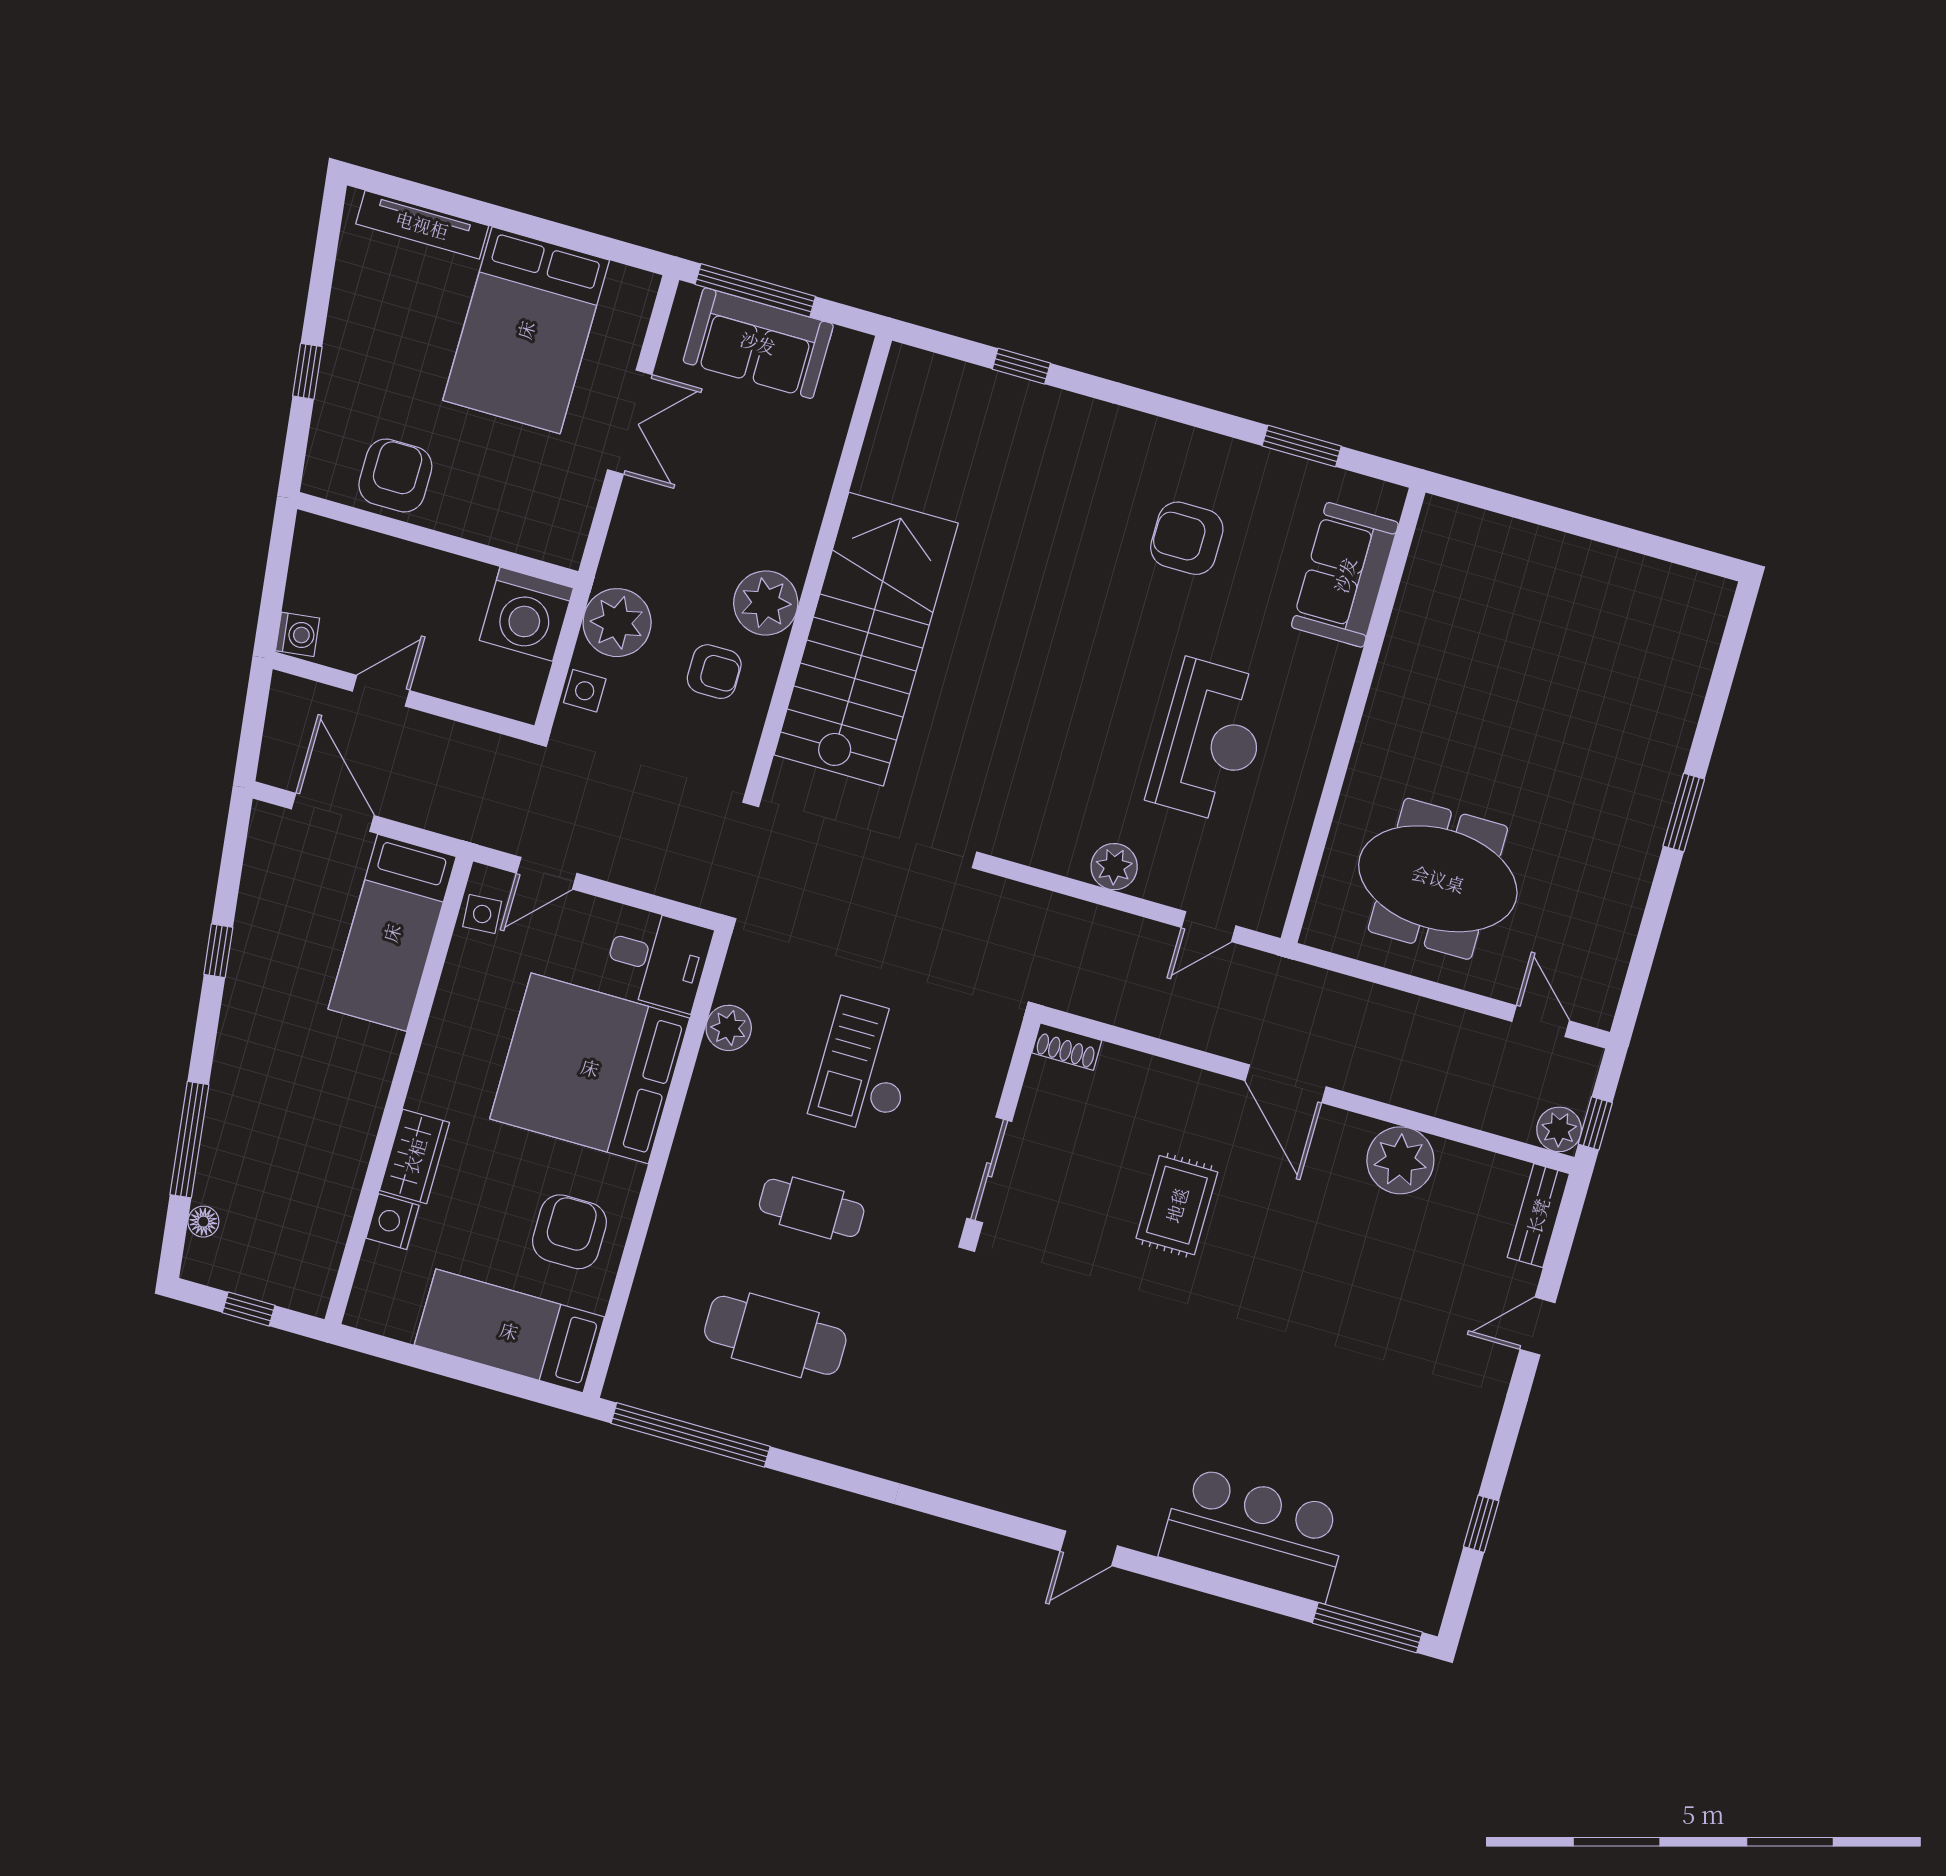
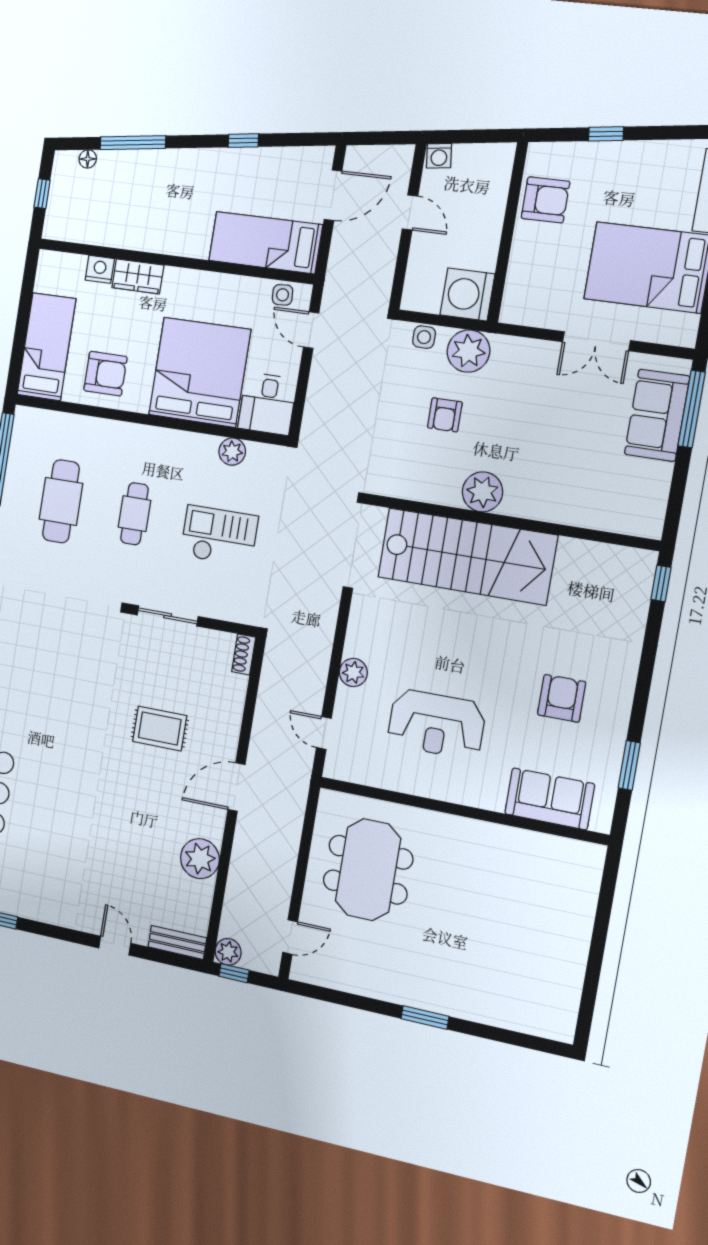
wall: (819, 563) -> (511, 522), moved
plant: (766, 603) -> (482, 492), moved
stairs: (866, 639) -> (467, 556), moved

